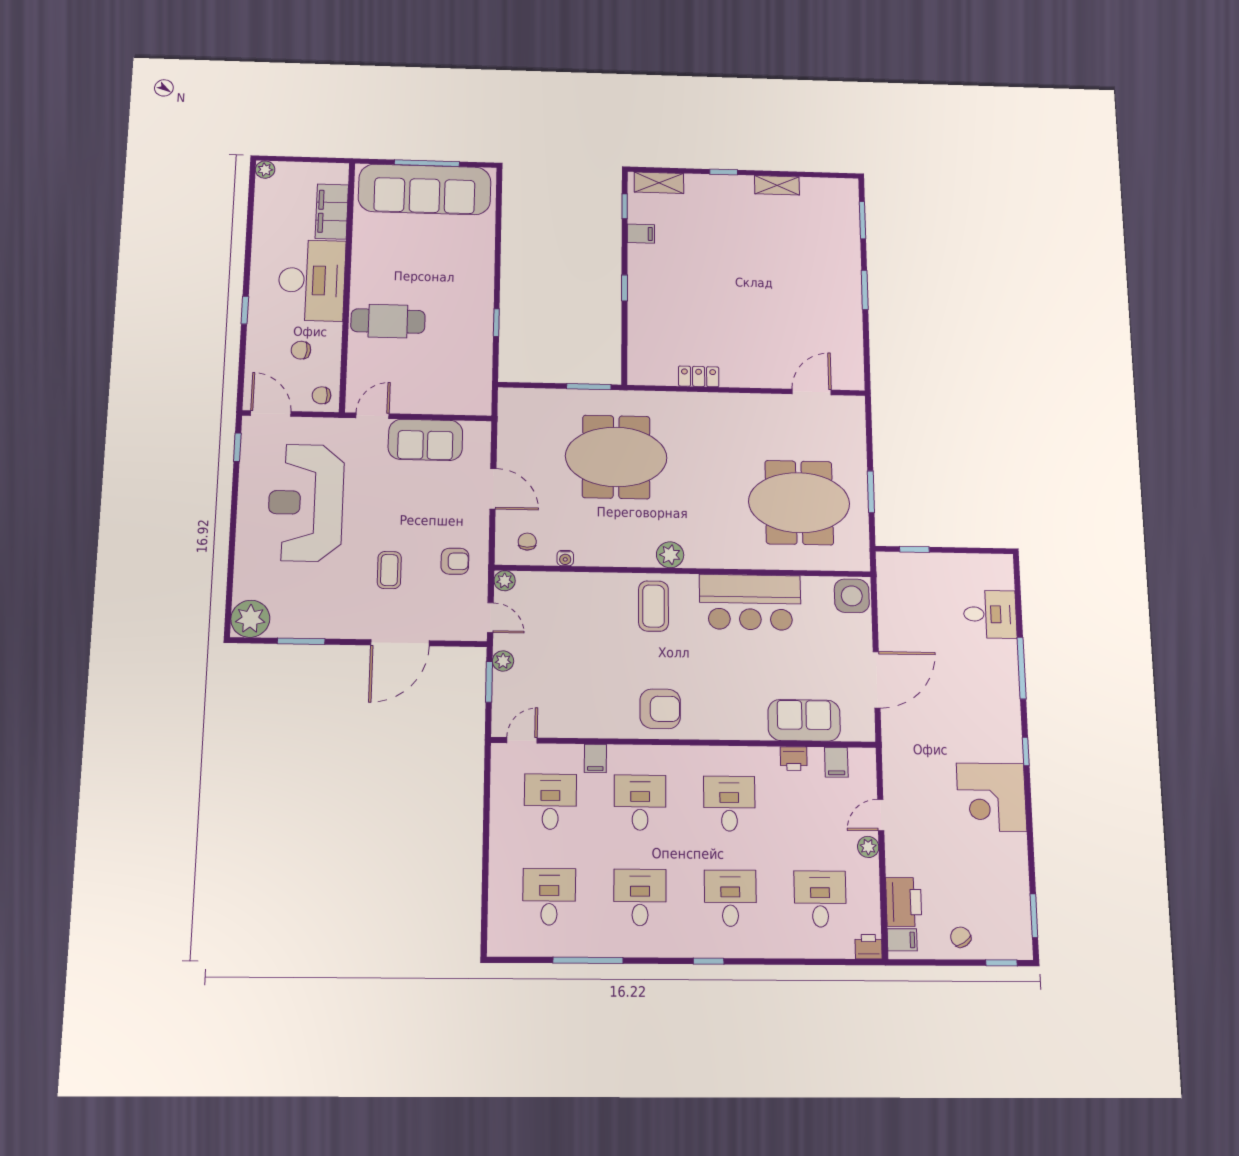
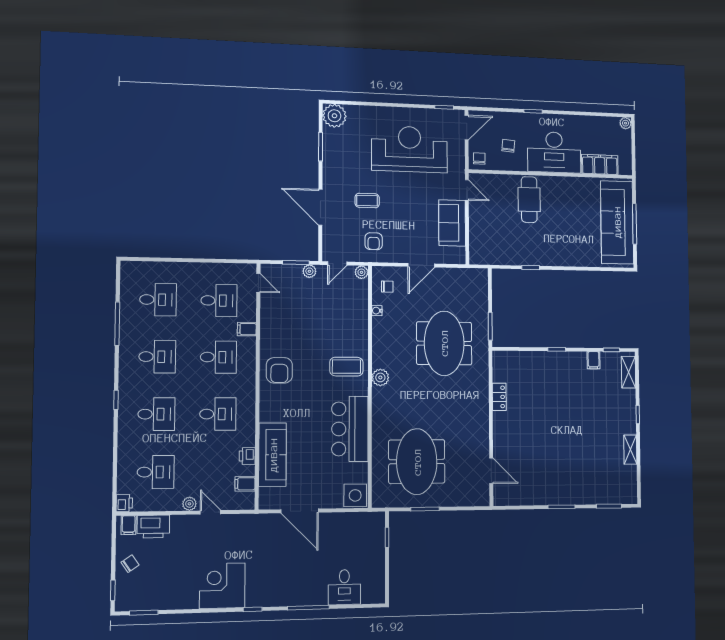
sofa: (804, 720) -> (273, 455), width x1.36

